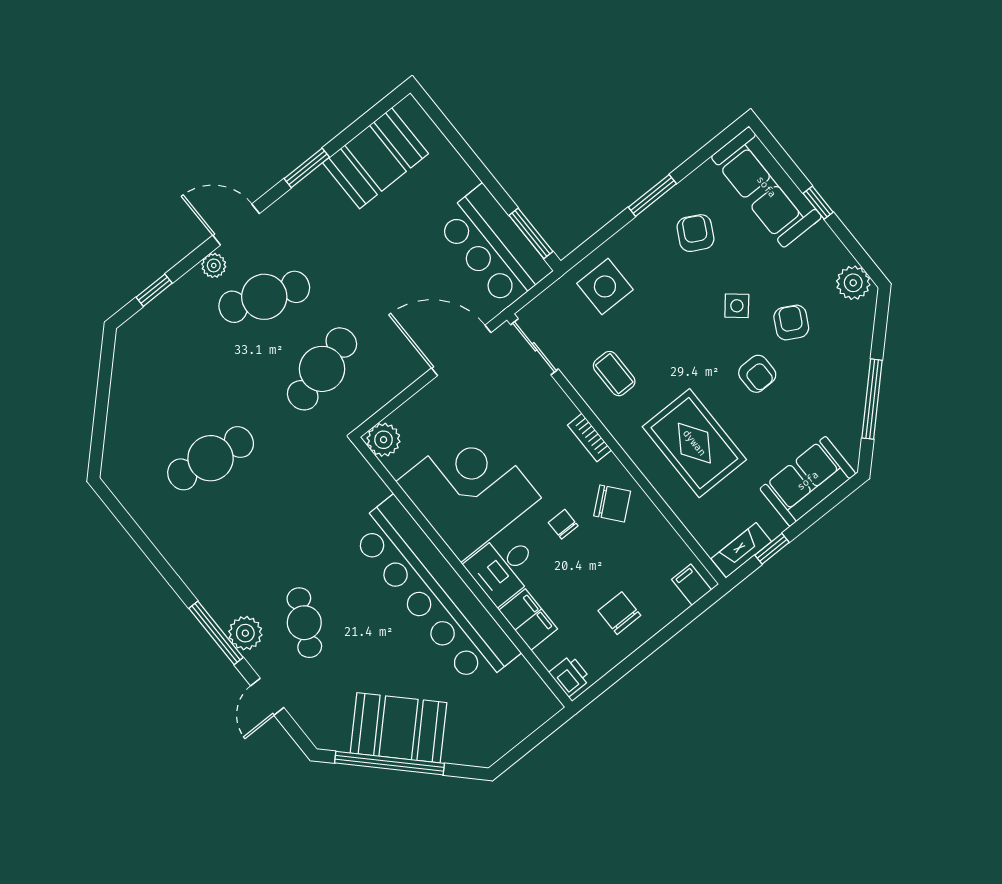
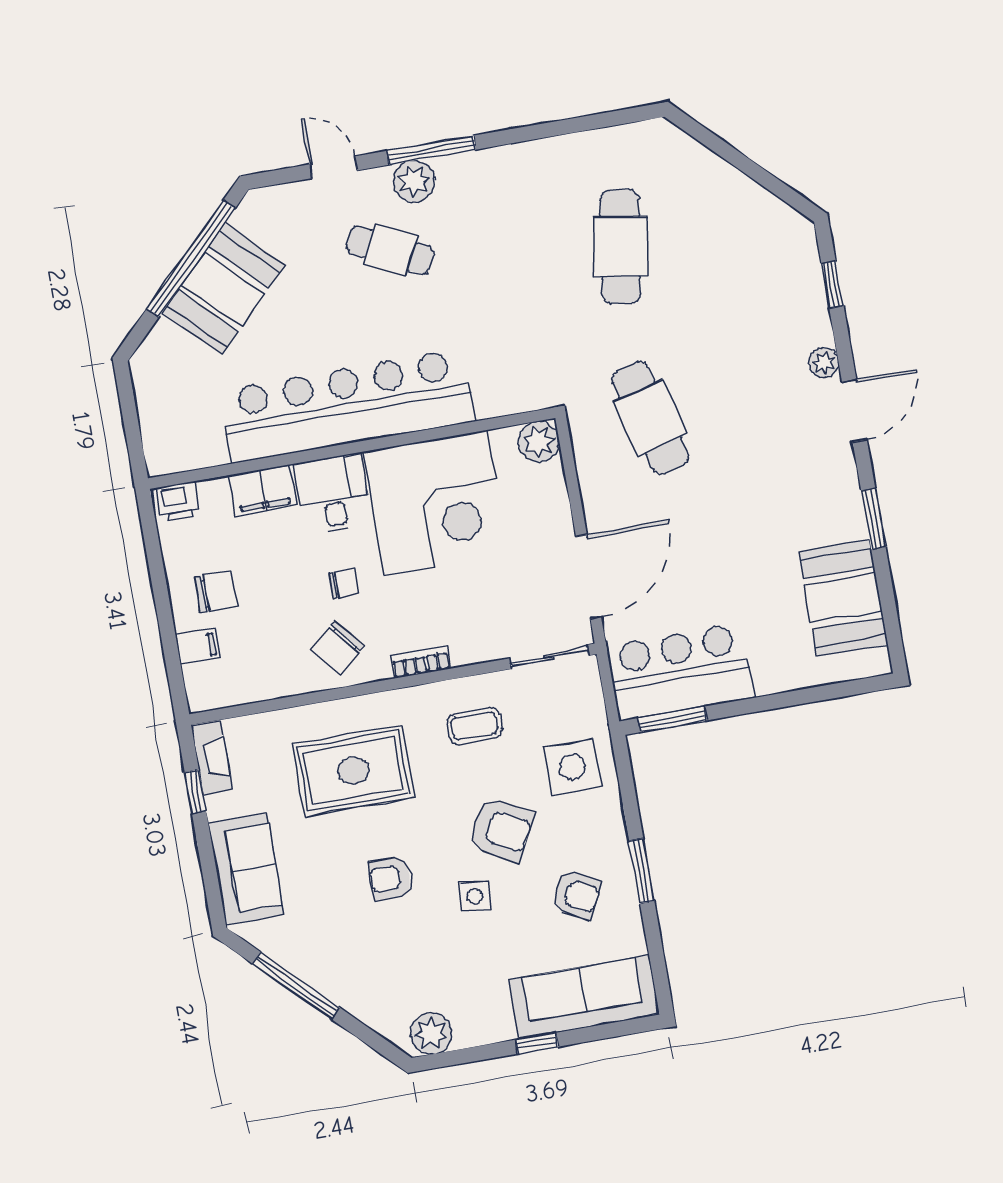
cafe table: (264, 297) -> (761, 398), removed
side table: (737, 306) -> (475, 896), turned -34
armchair: (791, 323) -> (501, 829), moved, width x1.38, depth x1.38
filing cabinet: (691, 585) -> (198, 647), moved

